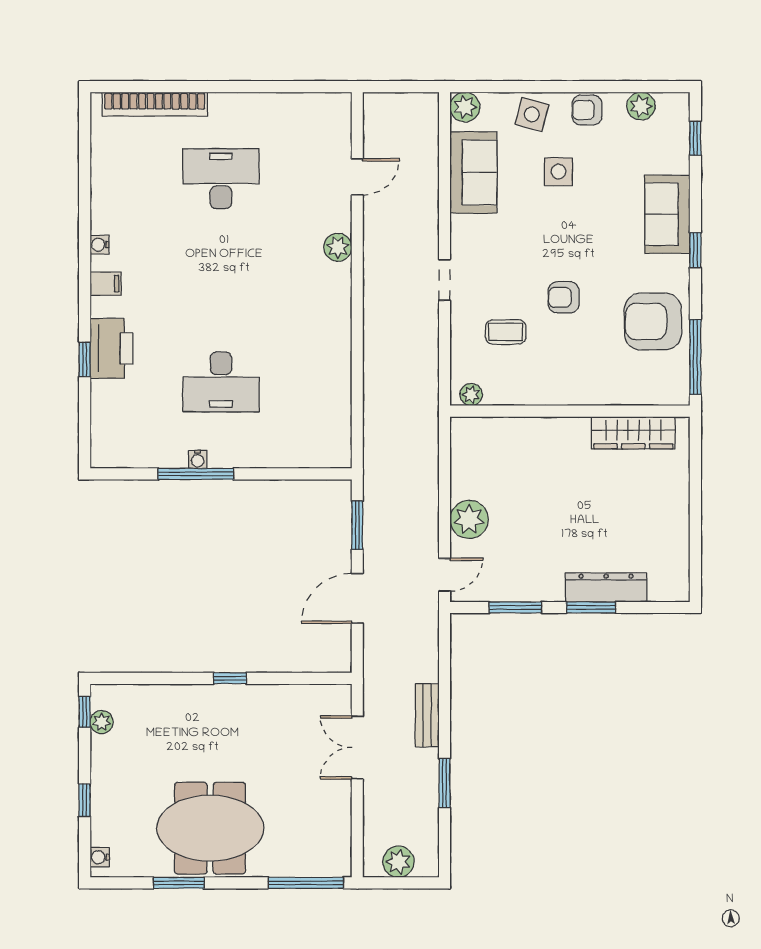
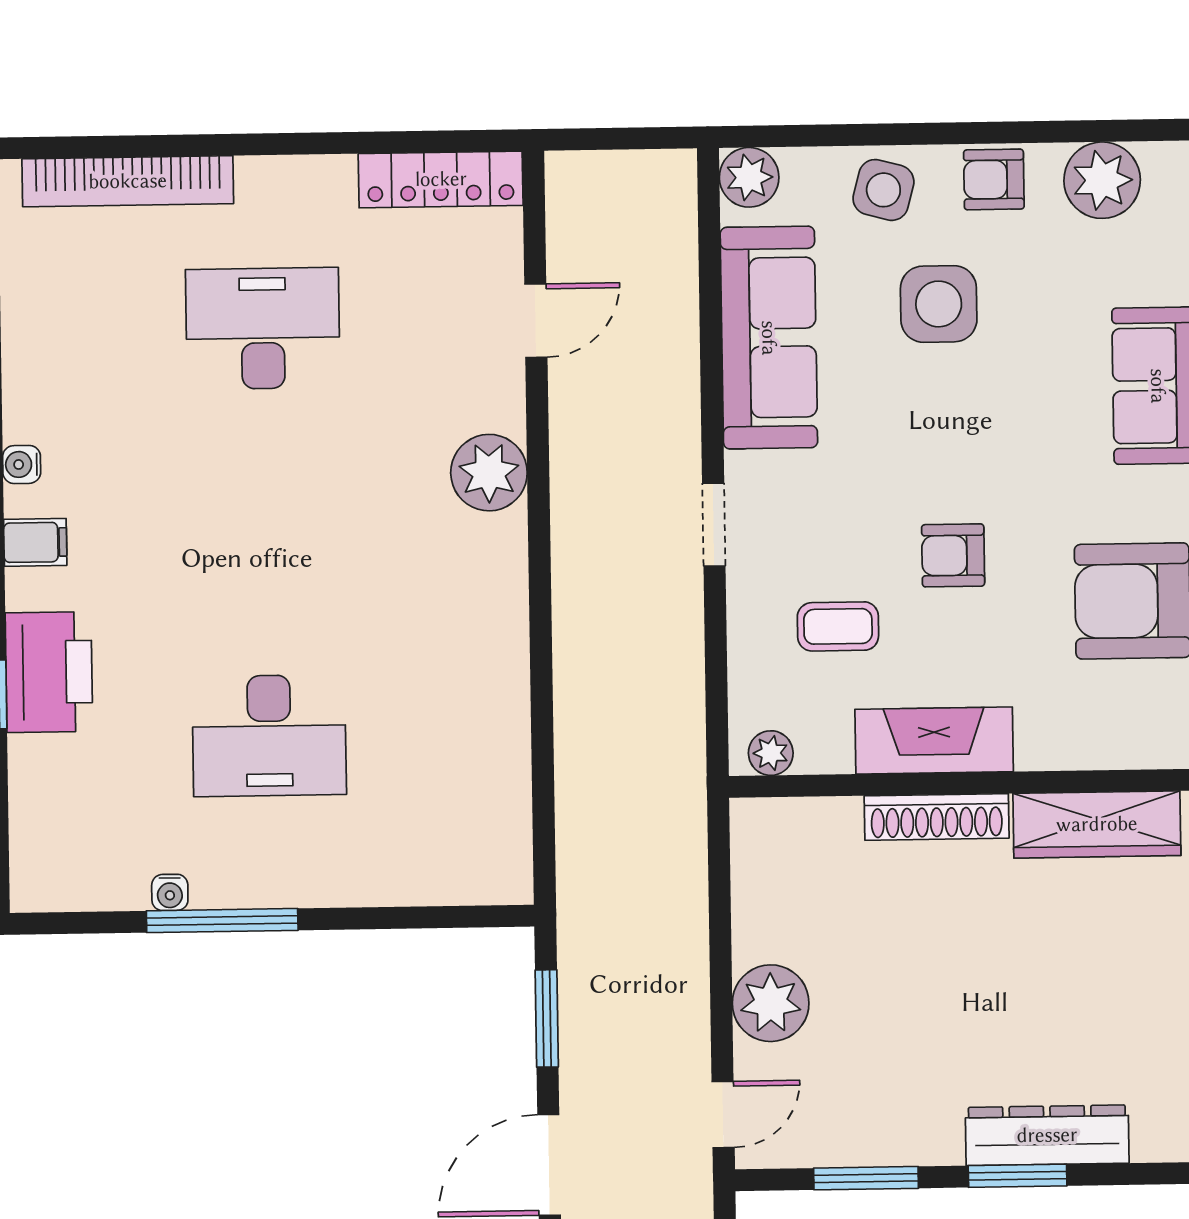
locker: (311, 106) -> (441, 179), added
plant: (641, 106) -> (1102, 180), width x1.36, depth x1.36
sofa: (473, 172) -> (769, 338), width x1.36
side table: (558, 172) -> (939, 304), width x1.37, depth x1.37
plant: (338, 247) -> (489, 473), width x1.36, depth x1.36
fireplace: (553, 390) -> (934, 740), added
shoe rack: (553, 428) -> (937, 817), added
water cooler: (198, 459) -> (170, 892), moved

